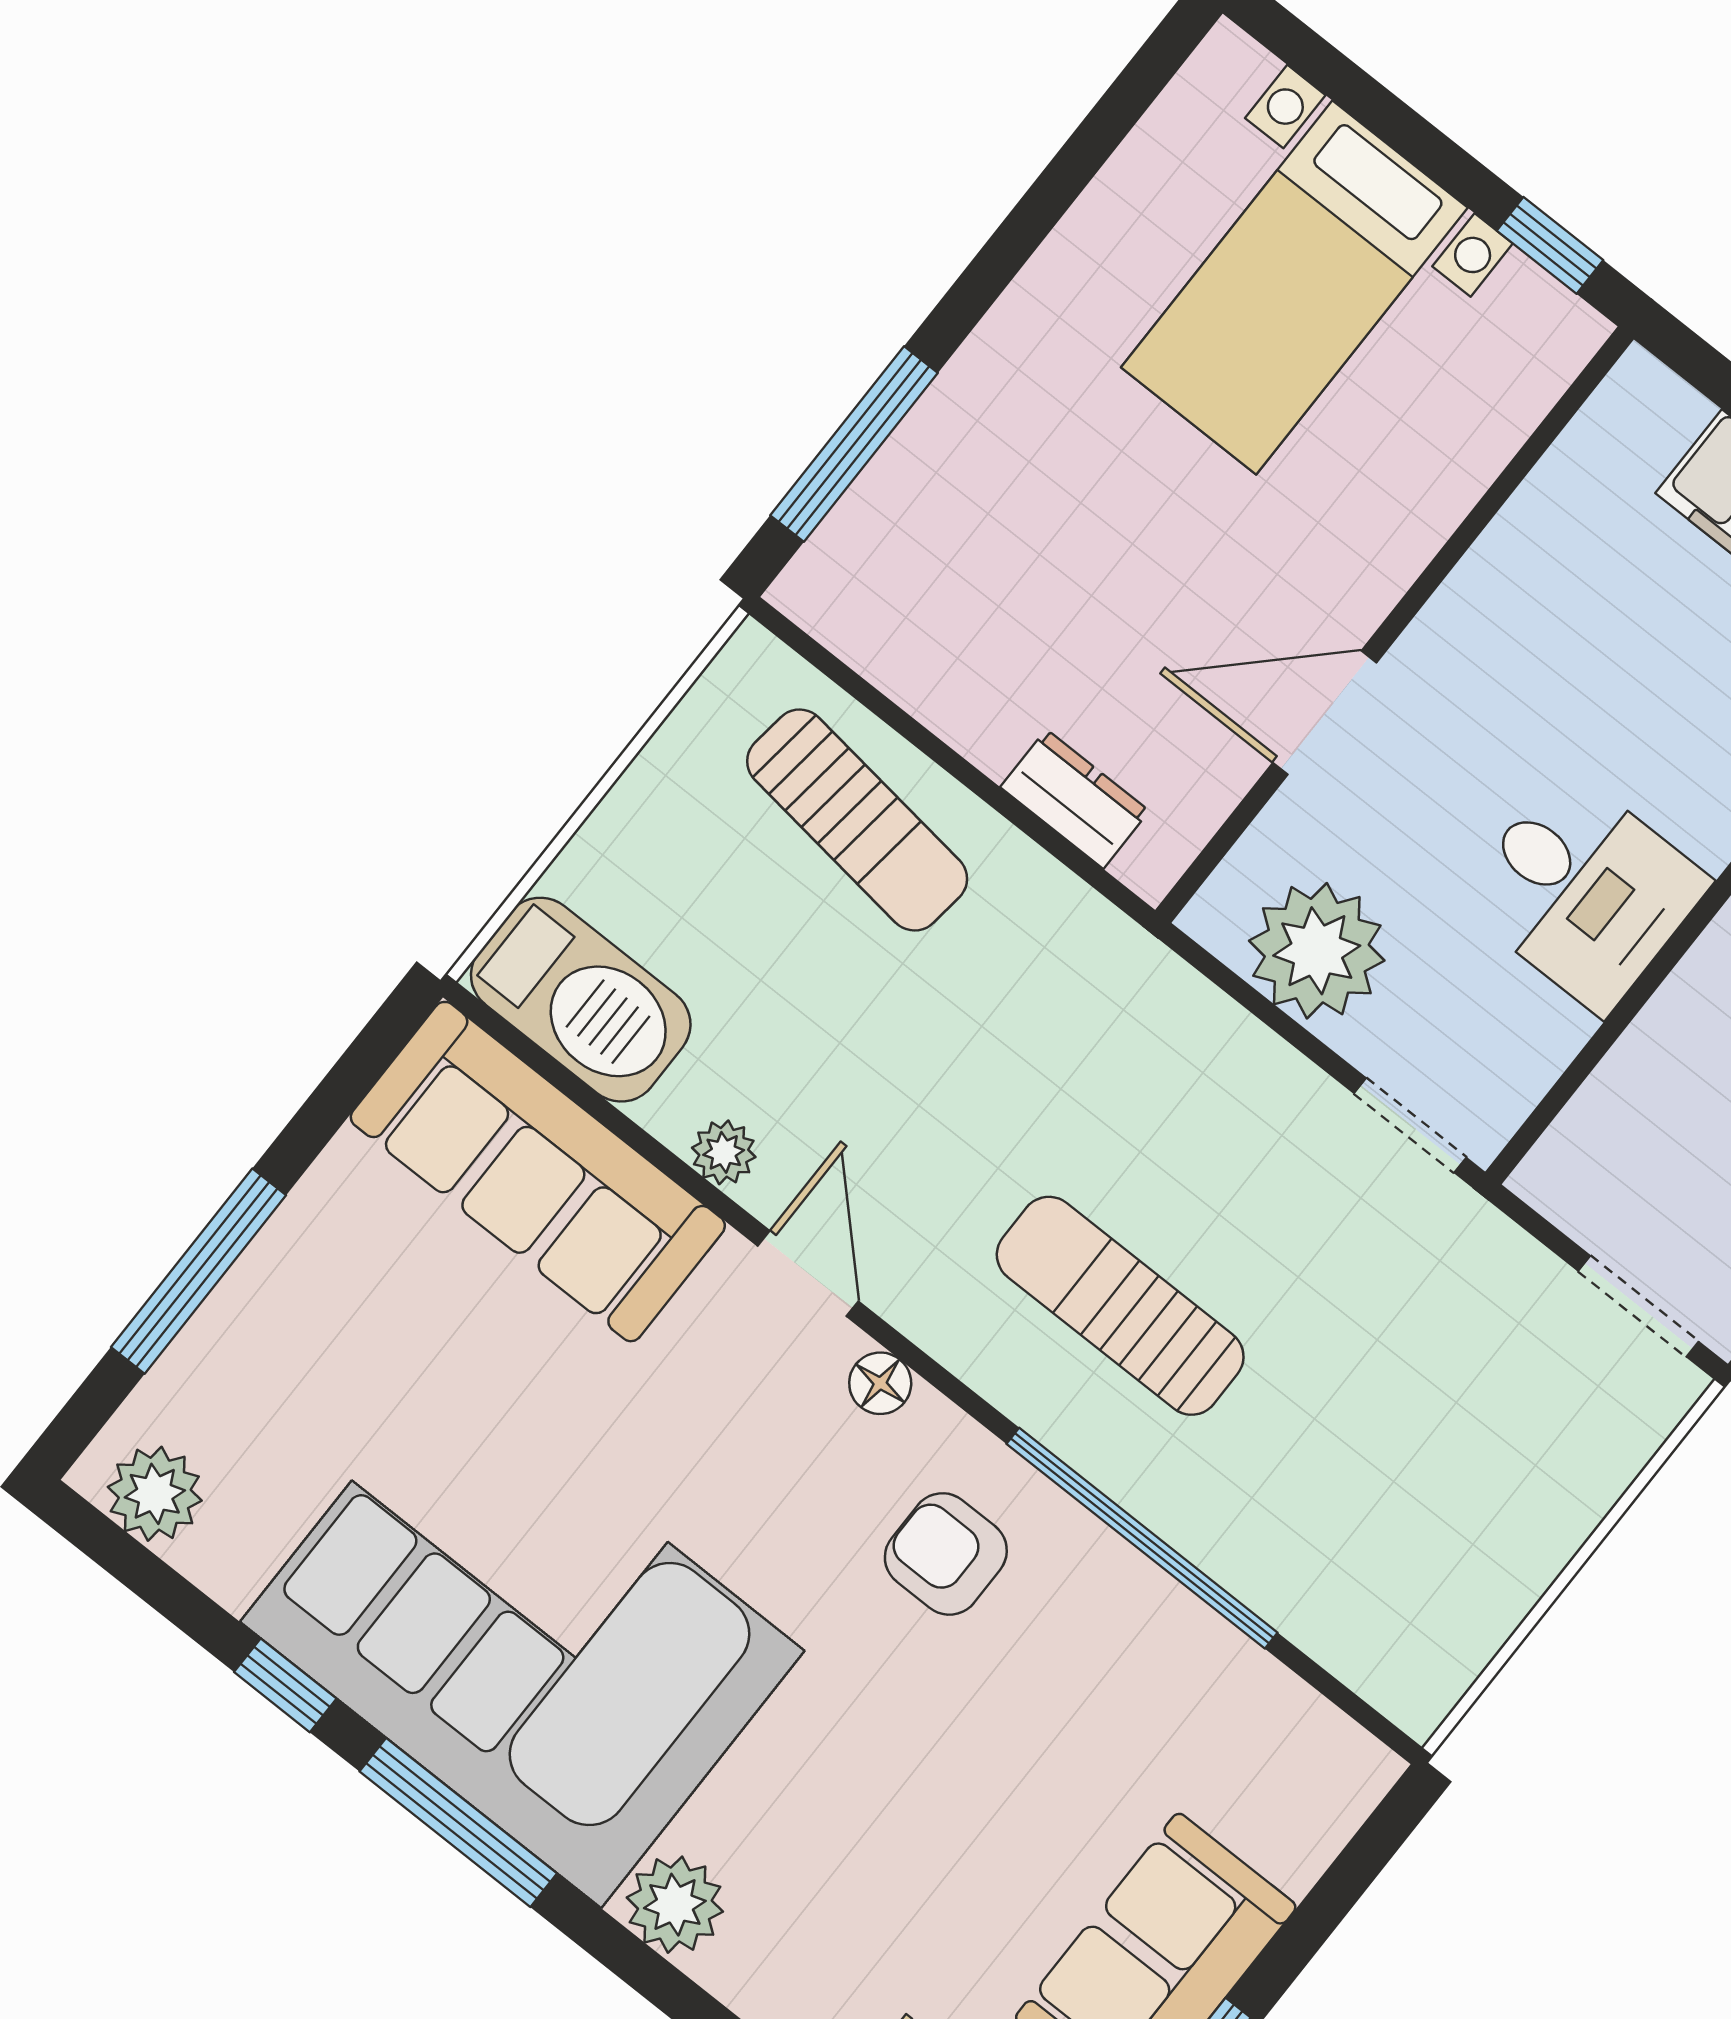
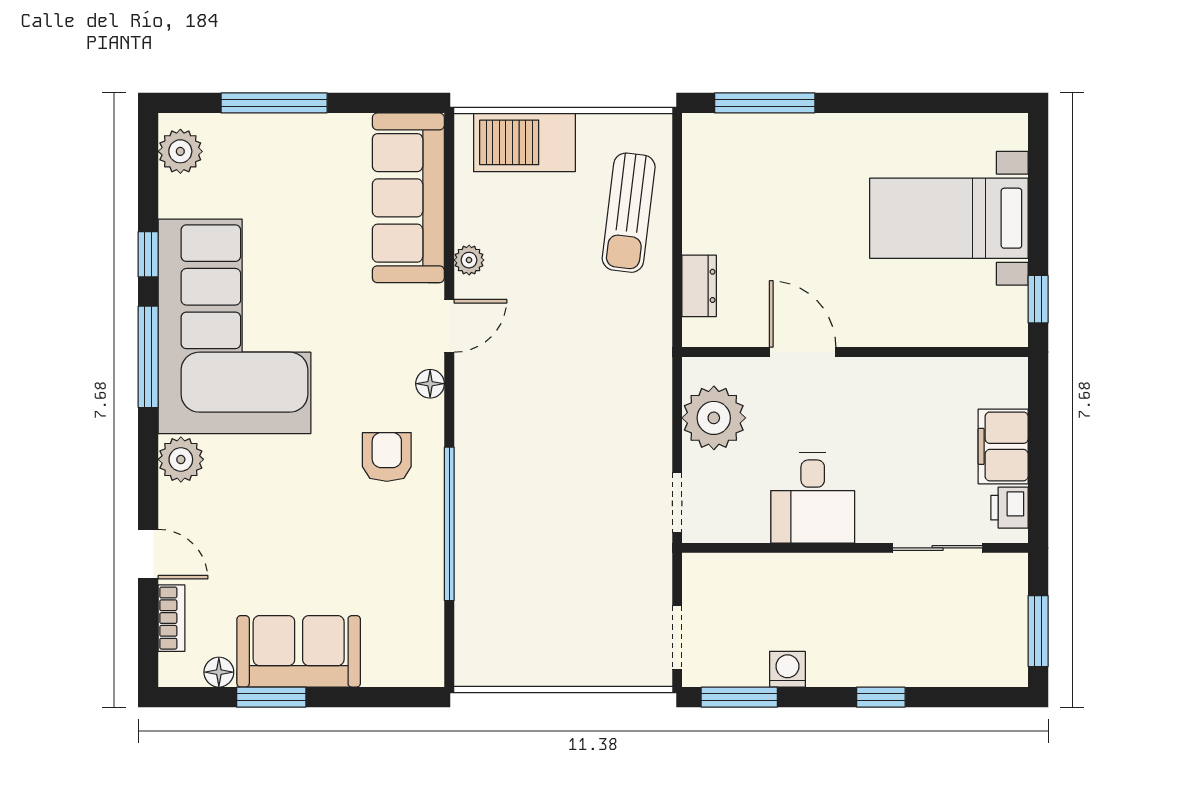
barbecue: (581, 1000) -> (524, 142), moved, turned 90
sun lounger: (1120, 1306) -> (528, 449), removed

